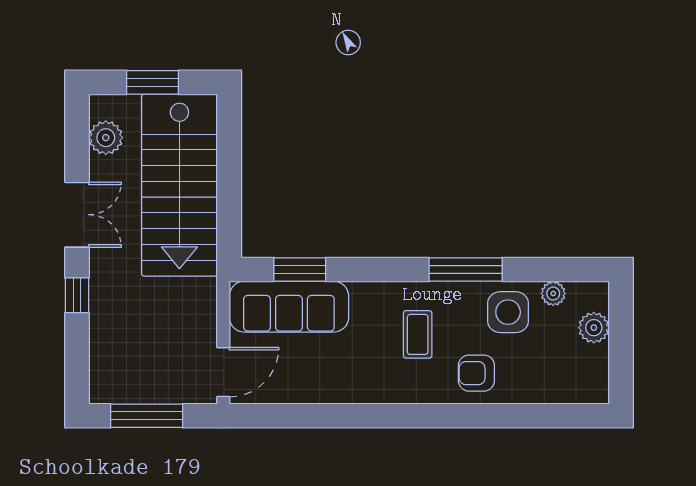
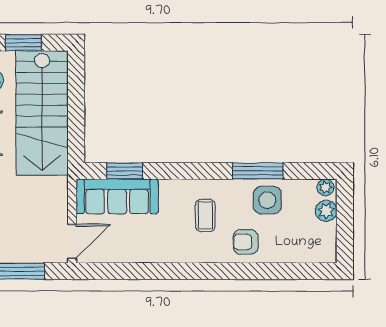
window: (466, 270) -> (258, 171), moved
plant: (553, 293) -> (325, 187), moved

